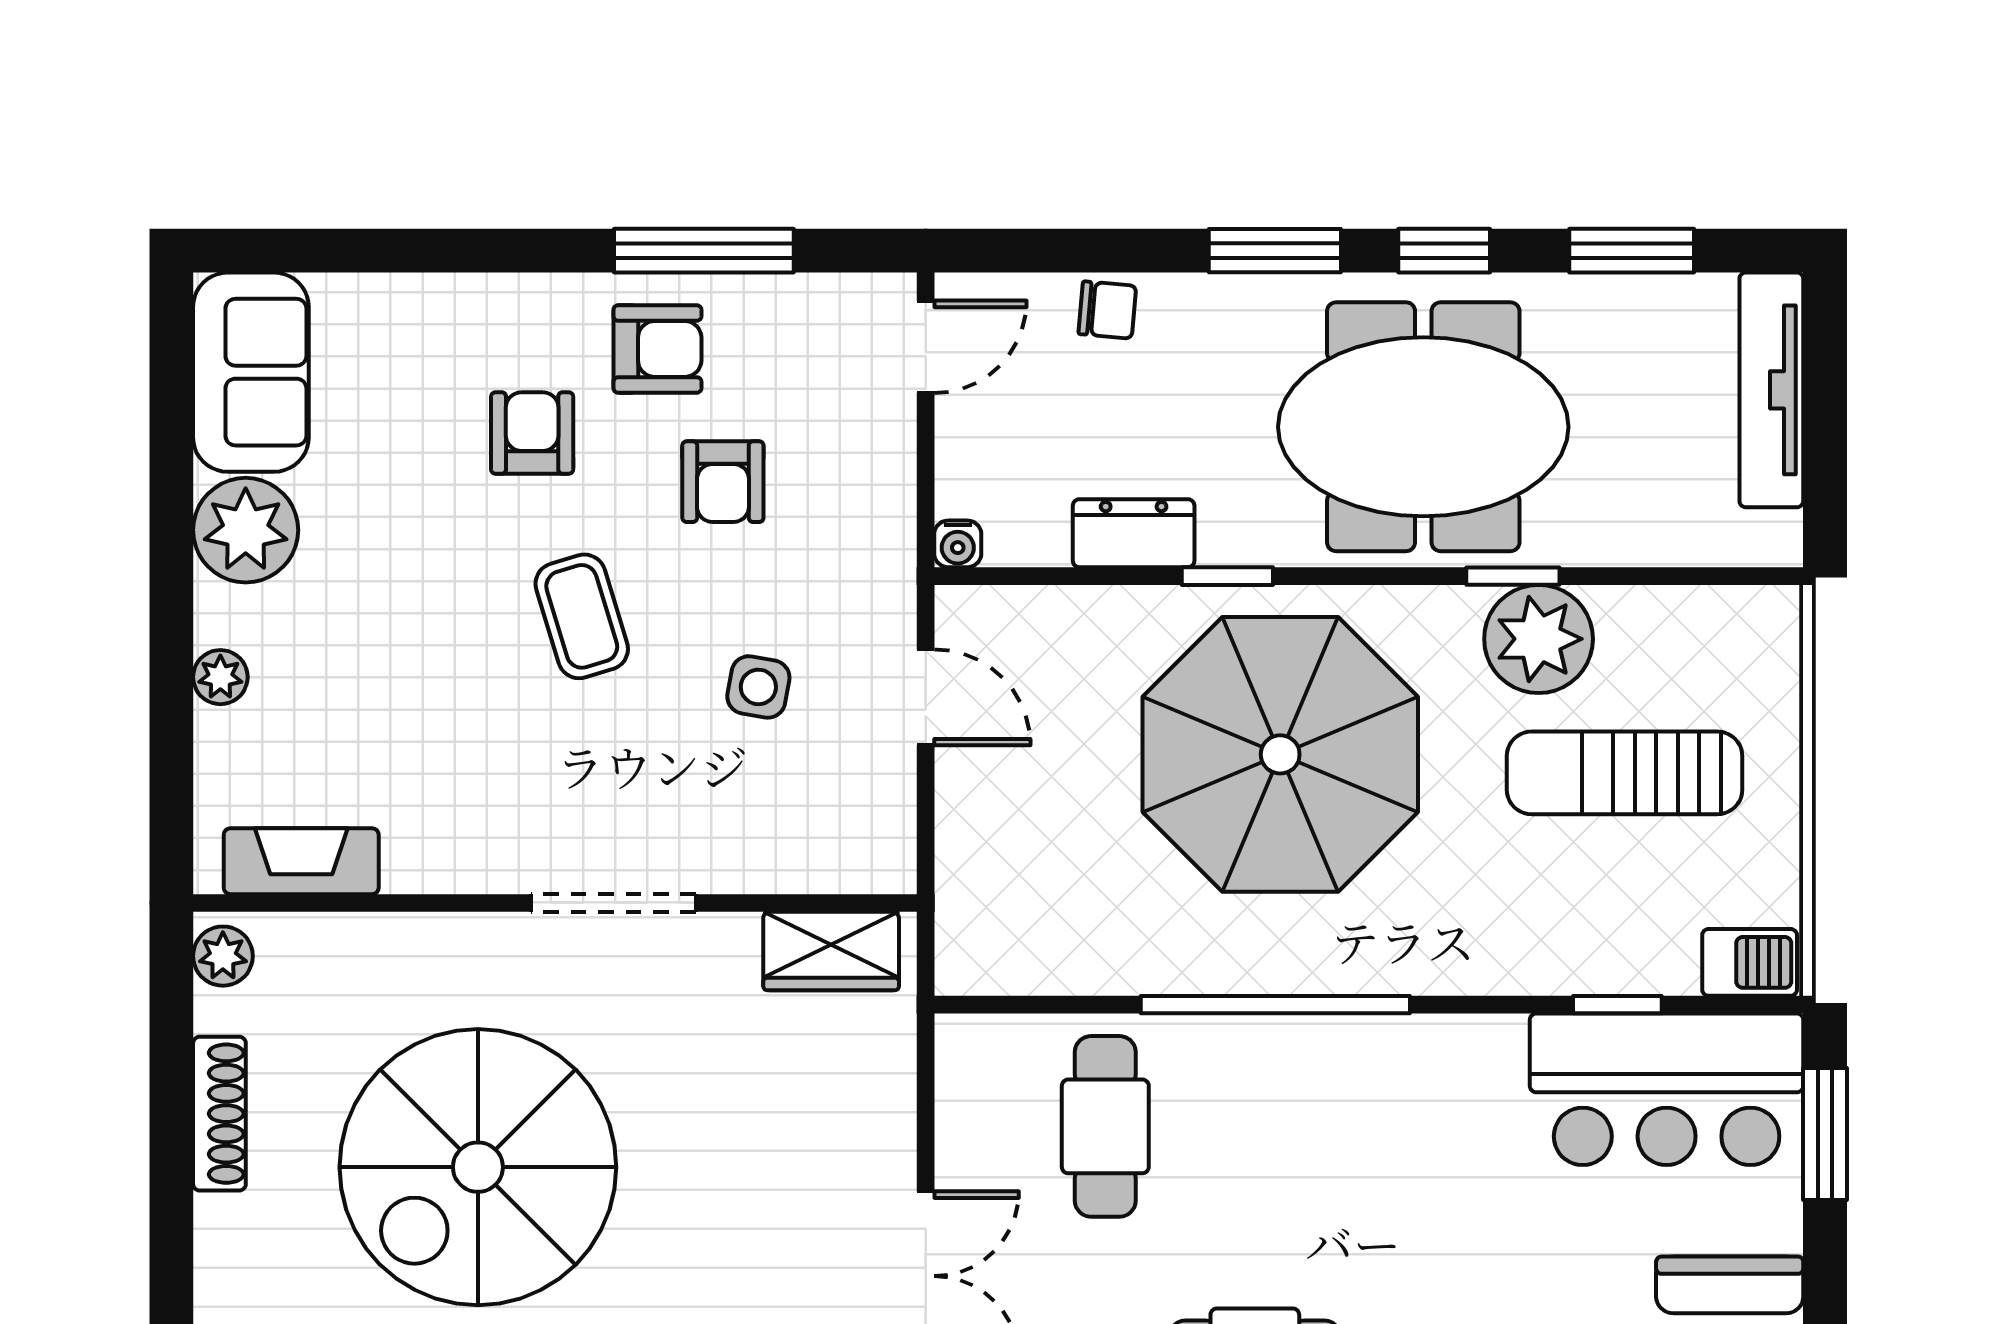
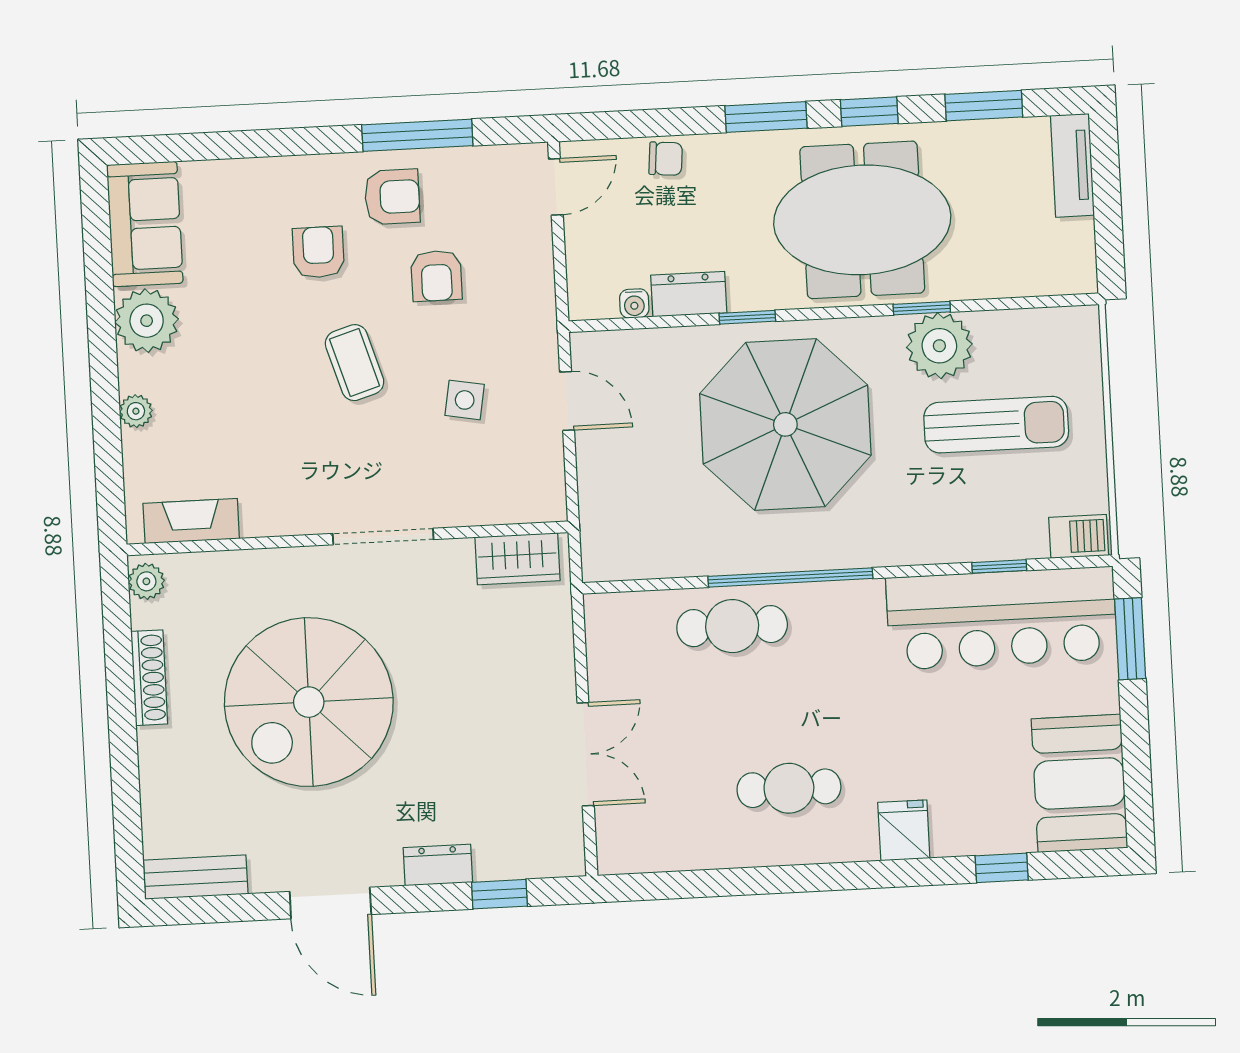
tv unit: (1771, 390) -> (1072, 165), width x0.71
water cooler: (958, 544) -> (634, 303), moved
sun lounger: (1625, 773) -> (996, 425), turned 180
bar counter: (1667, 1089) -> (1002, 618), width x1.36
cafe table: (1105, 1126) -> (732, 626), moved, turned 90

